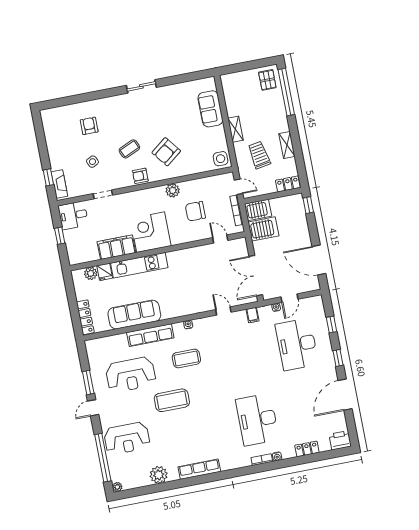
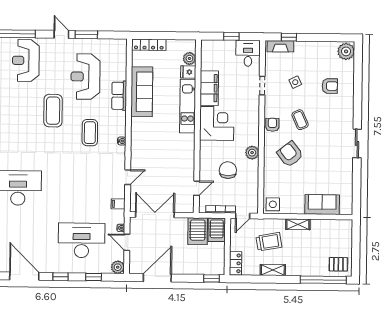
plant: (51, 117) -> (346, 51), added
plant: (316, 302) -> (118, 267), added
row of seats: (150, 335) -> (119, 96), width x0.68

